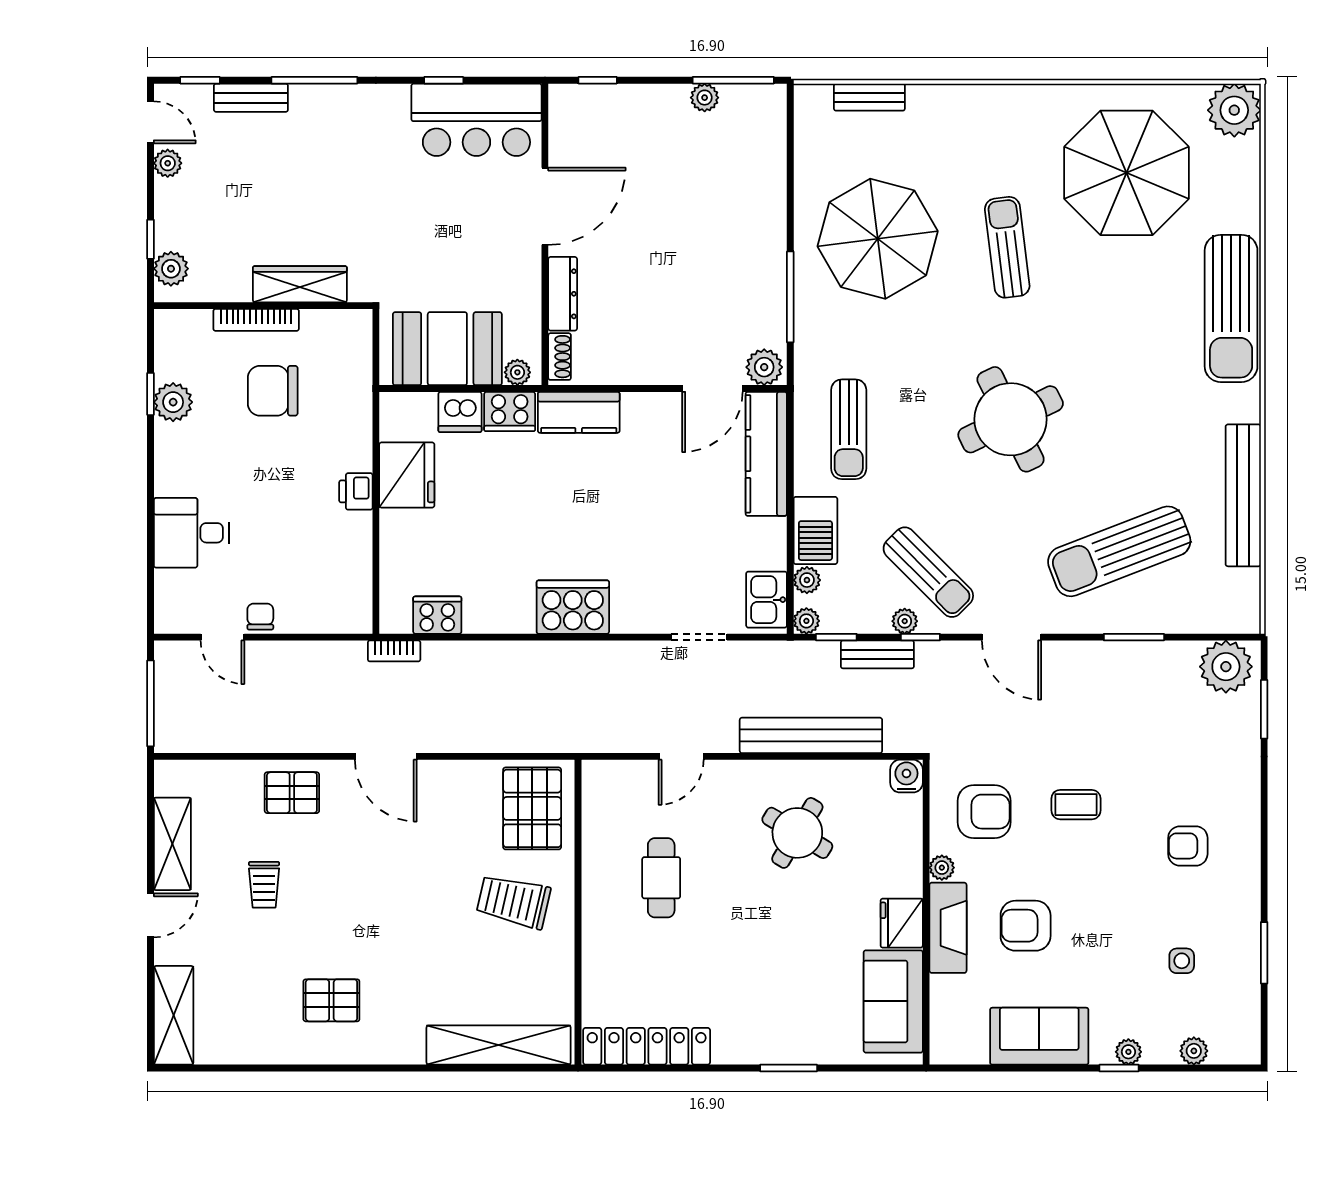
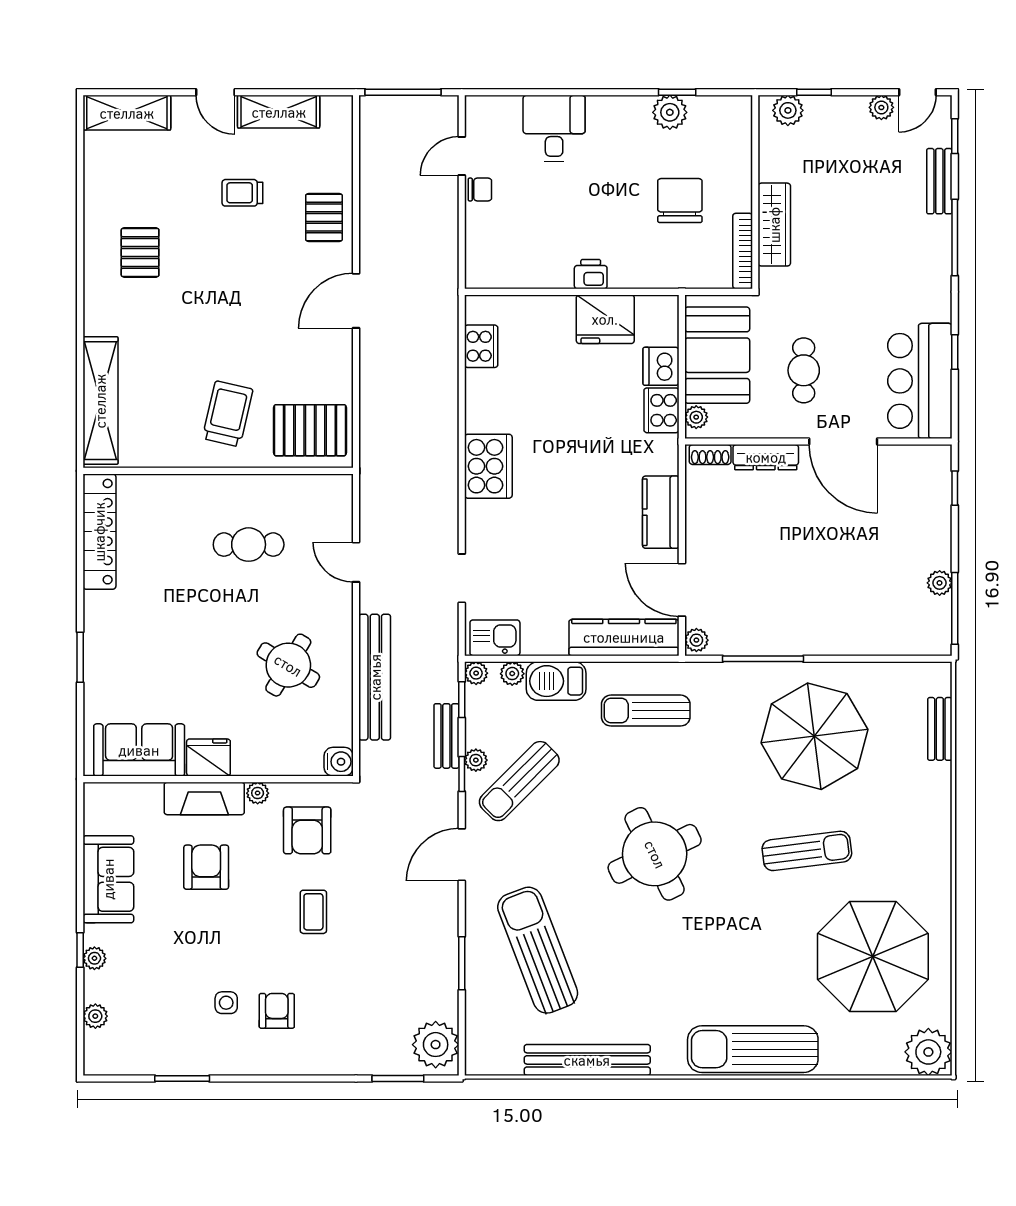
cafe table: (465, 251) -> (804, 370), added
bookcase: (256, 320) -> (743, 251), moved
plant: (764, 367) -> (696, 640), width x0.73, depth x0.73
kitchen counter: (579, 412) -> (661, 512), moved
bookcase: (394, 651) -> (449, 308), removed
side table: (1182, 961) -> (226, 1003), moved

